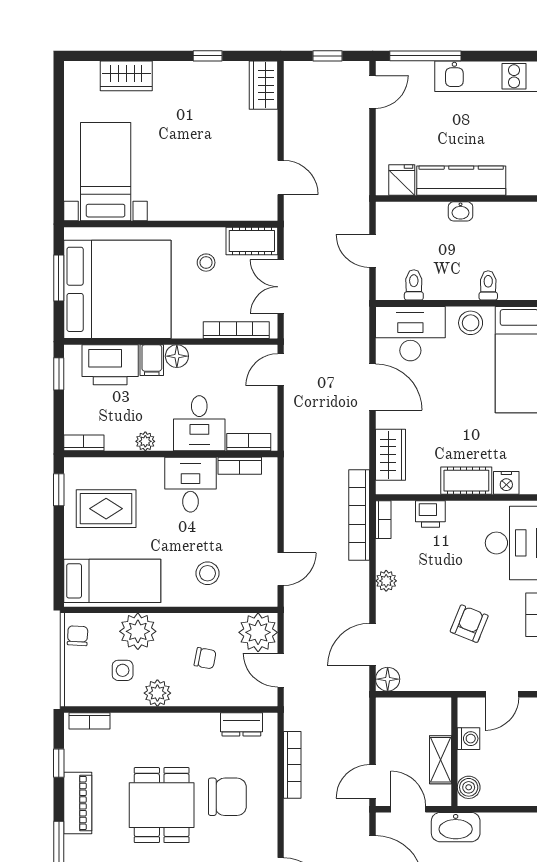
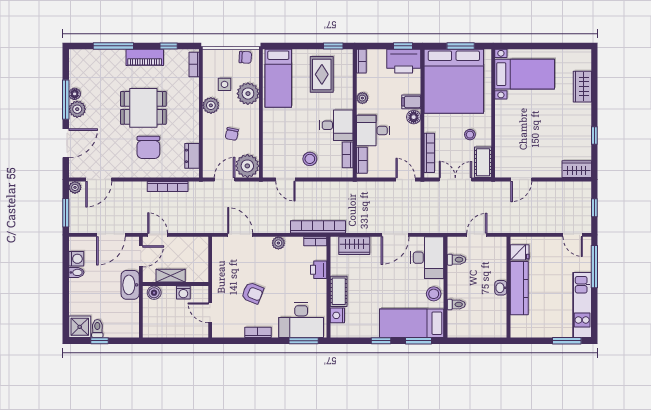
printer: (110, 365) -> (404, 61), moved, turned -90
stool: (207, 573) -> (310, 159), moved
floor lamp: (388, 679) -> (219, 244), removed

